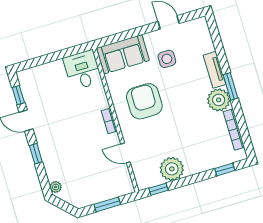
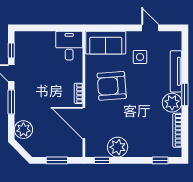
tv unit: (215, 70) -> (176, 71), width x1.41
armchair: (144, 101) -> (112, 86), turned -94
door: (125, 153) -> (84, 123), width x1.87
window: (36, 154) -> (11, 102), width x1.50
plant: (56, 187) -> (23, 130), width x1.87, depth x1.87

